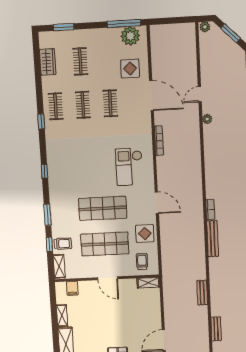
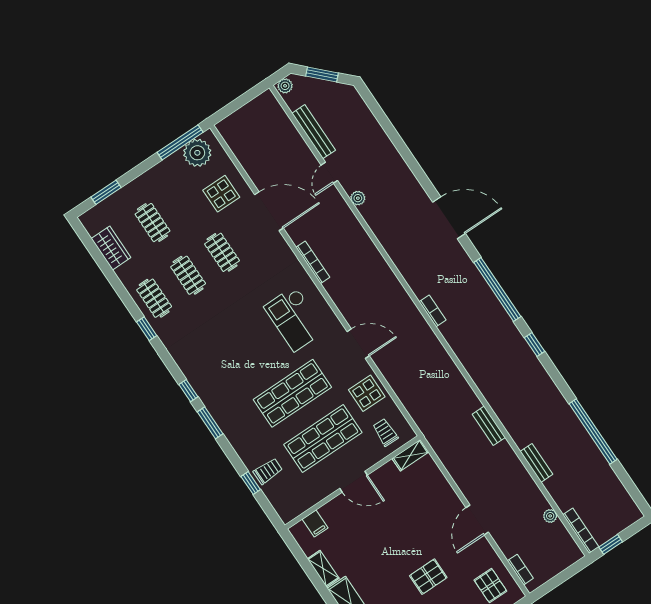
window: (47, 215) -> (210, 423), moved
bench: (213, 239) -> (314, 132), moved
shelving: (59, 266) -> (281, 505), removed

